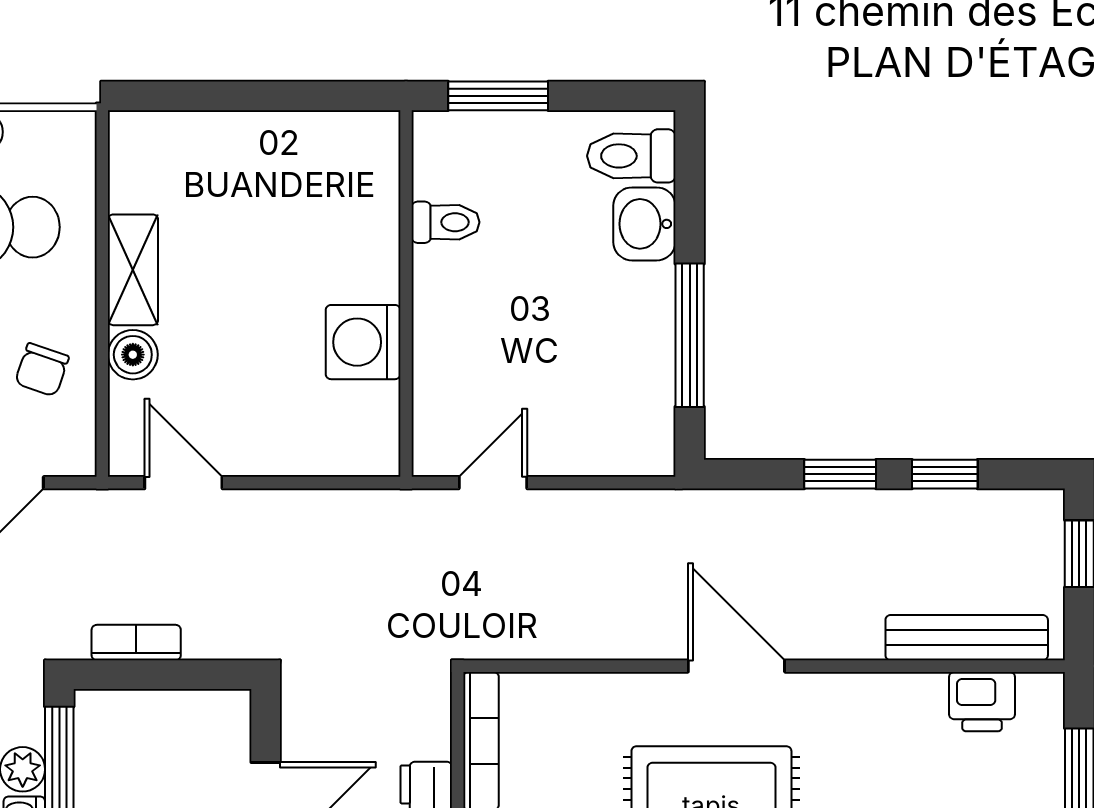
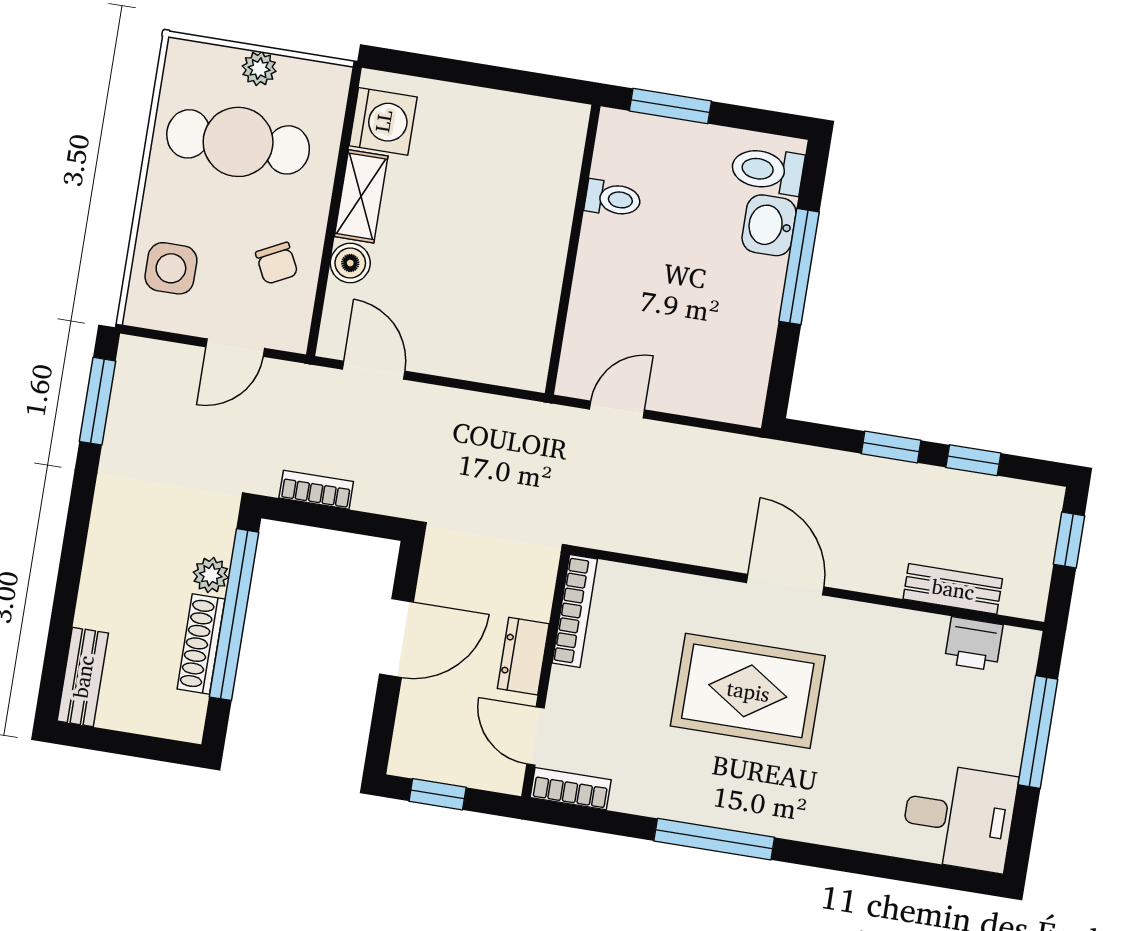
window: (690, 335) -> (799, 267), moved
washing machine: (363, 342) -> (383, 121), moved, turned 180
chair: (42, 370) -> (277, 263), turned -46
bench: (967, 638) -> (953, 589), width x0.73

